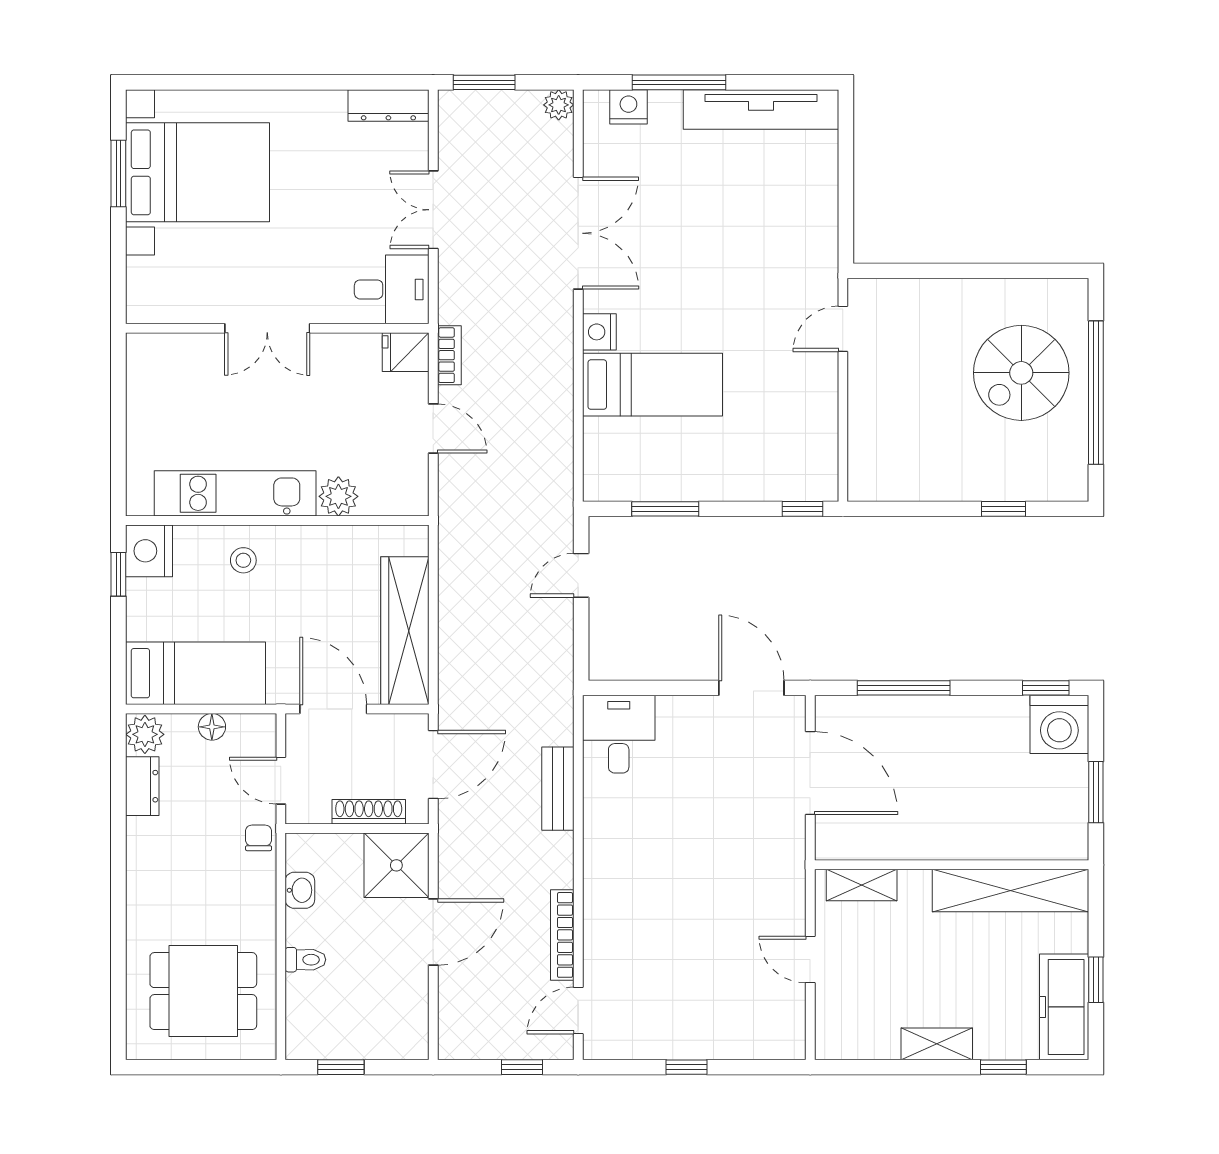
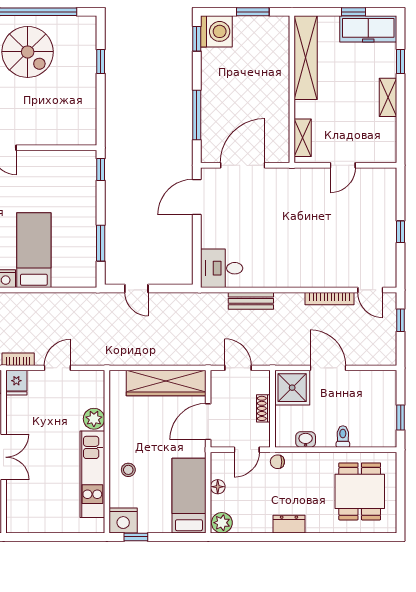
door: (433, 765) -> (238, 368), width x0.73
dresser: (142, 786) -> (289, 524), moved
shoe rack: (369, 812) -> (263, 408), width x0.70

